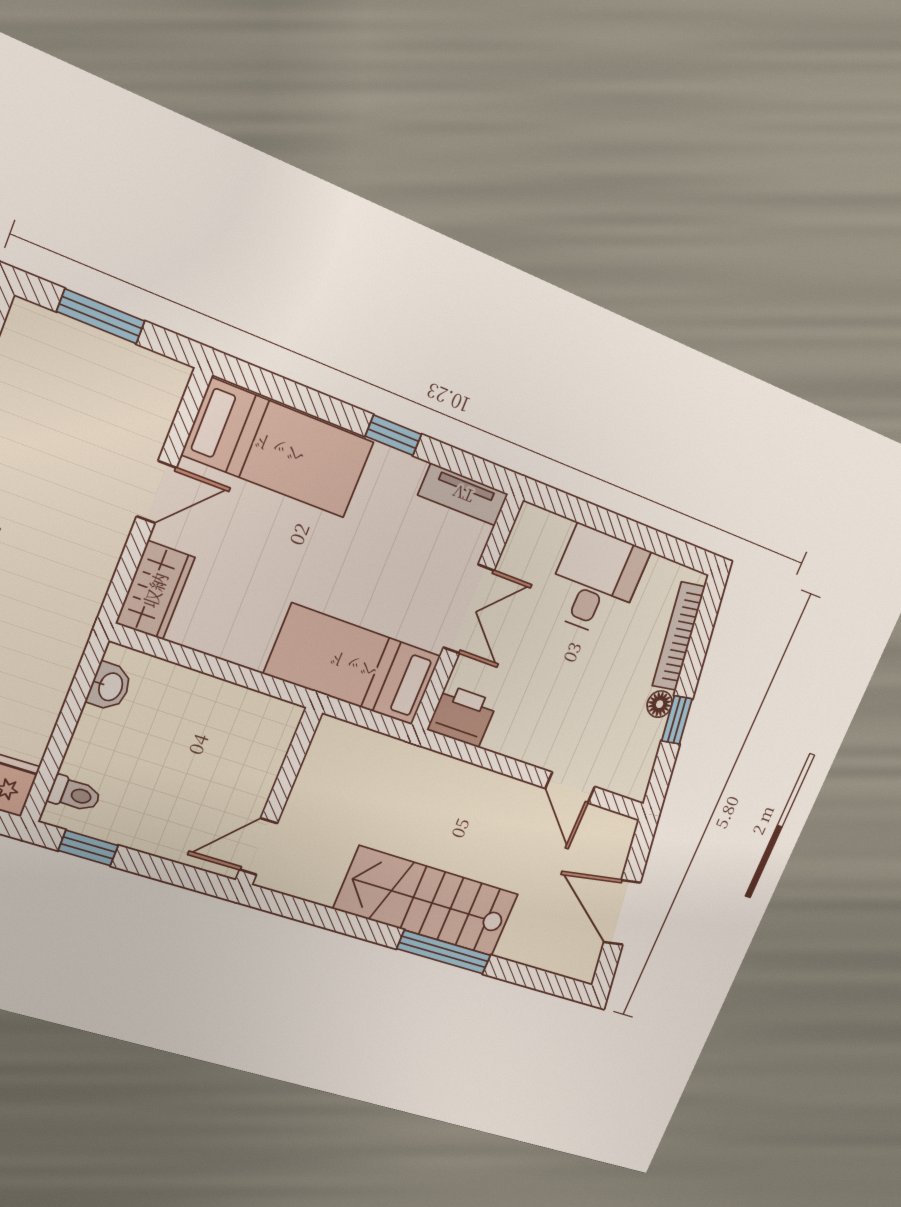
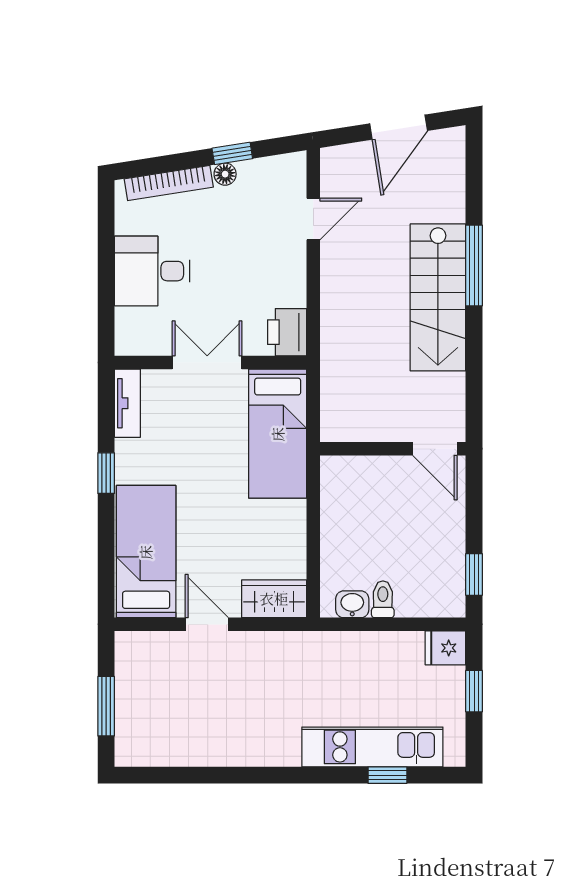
toilet: (75, 794) -> (383, 599), moved

